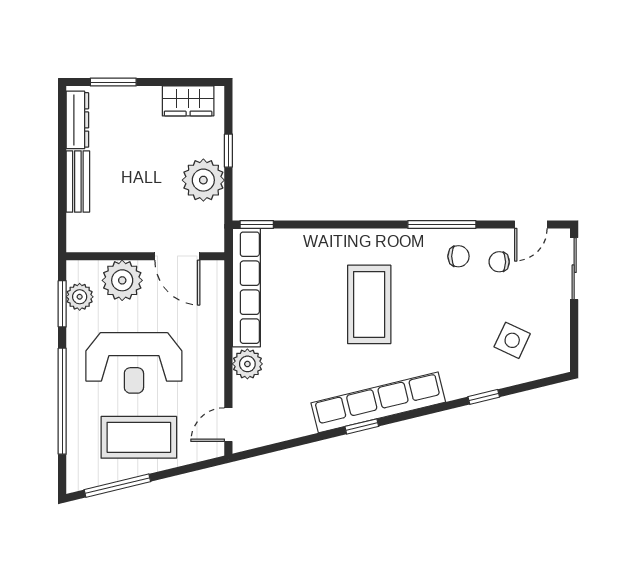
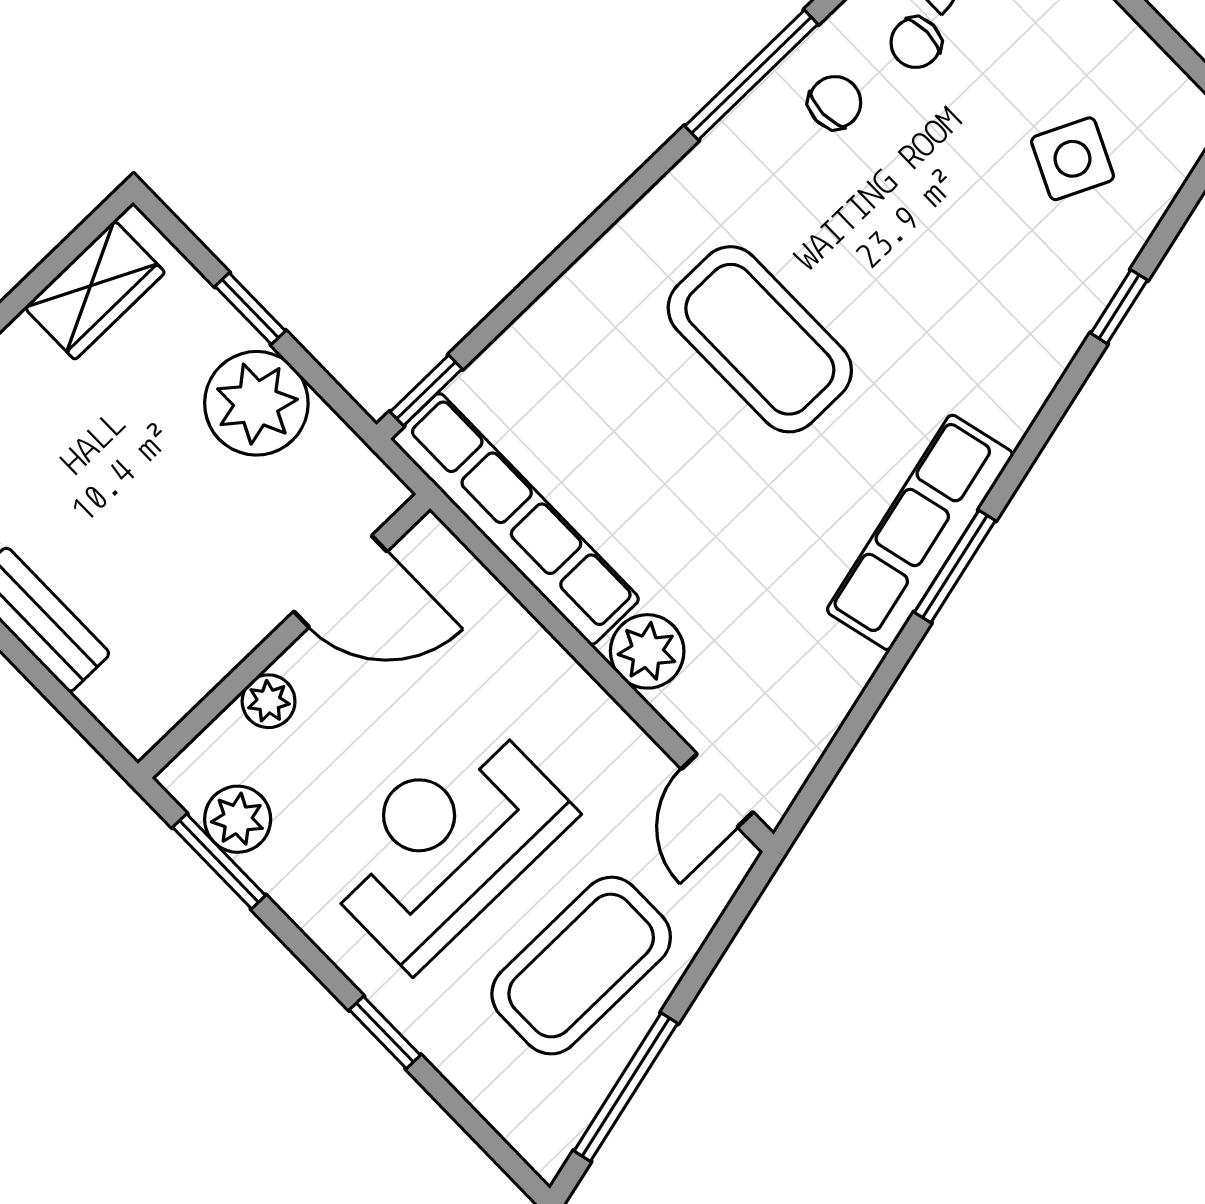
plant: (122, 280) -> (269, 701), width x0.53, depth x0.53
reception desk: (134, 363) -> (446, 843), turned 180
window: (62, 401) -> (385, 1033), width x0.32
row of seats: (378, 402) -> (920, 532), width x0.73
window: (362, 426) -> (955, 567), width x1.50

